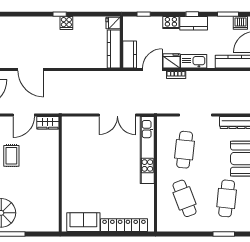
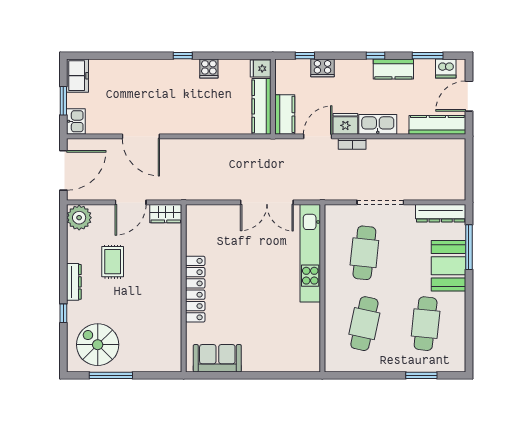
cooker: (66, 23) -> (209, 69), moved
cooker: (171, 23) -> (322, 68), moved
kitchen counter: (194, 23) -> (393, 69), moved
cafe table: (185, 198) -> (364, 324), turned 33
locker: (124, 225) -> (195, 289), moved, turned 90

